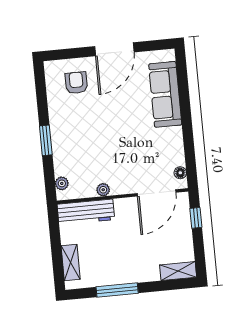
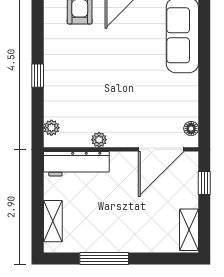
window: (46, 140) -> (38, 76), width x0.67
shelving: (178, 271) -> (189, 230), moved, turned 90

